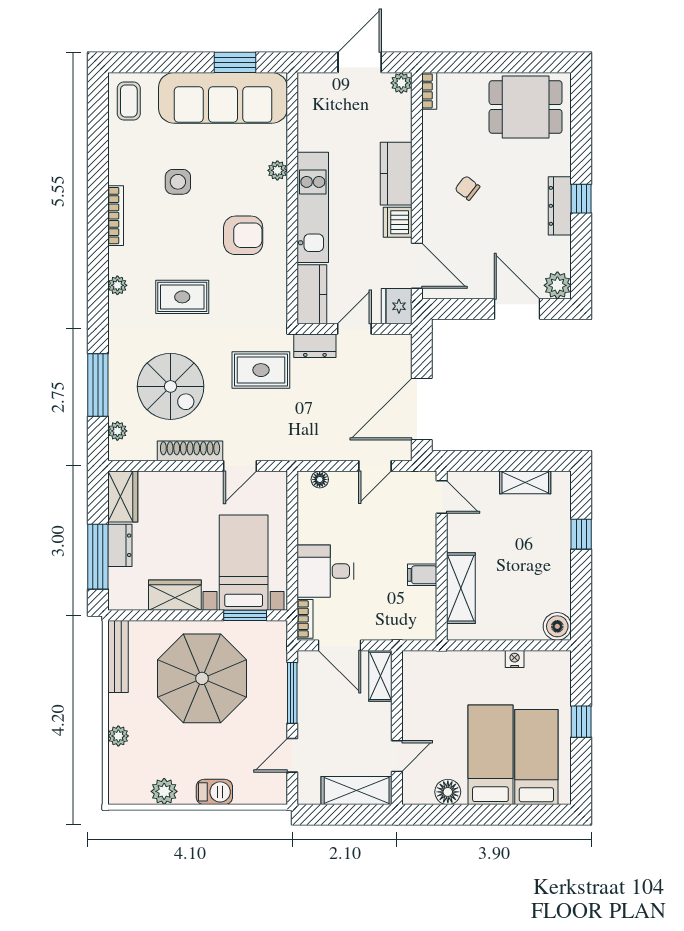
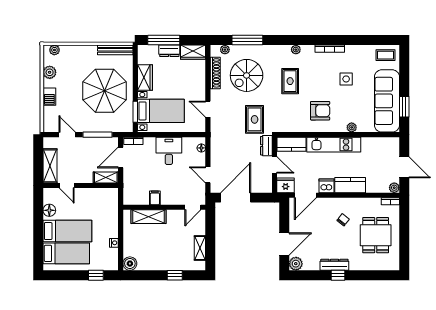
dining table: (526, 107) -> (376, 235), moved
armchair: (243, 235) -> (320, 111), turned -90
door: (422, 409) -> (236, 198), hinge flipped
shoe rack: (190, 451) -> (215, 73), moved
desk: (326, 571) -> (169, 151), moved
window: (581, 722) -> (96, 275), moved
plant: (118, 736) -> (54, 50), moved

